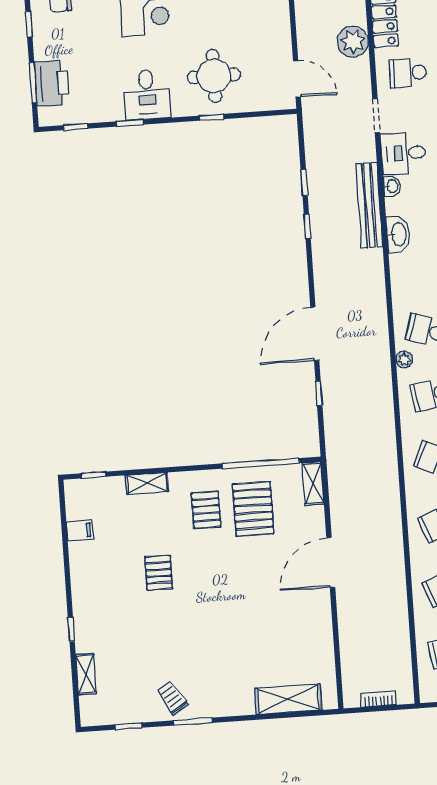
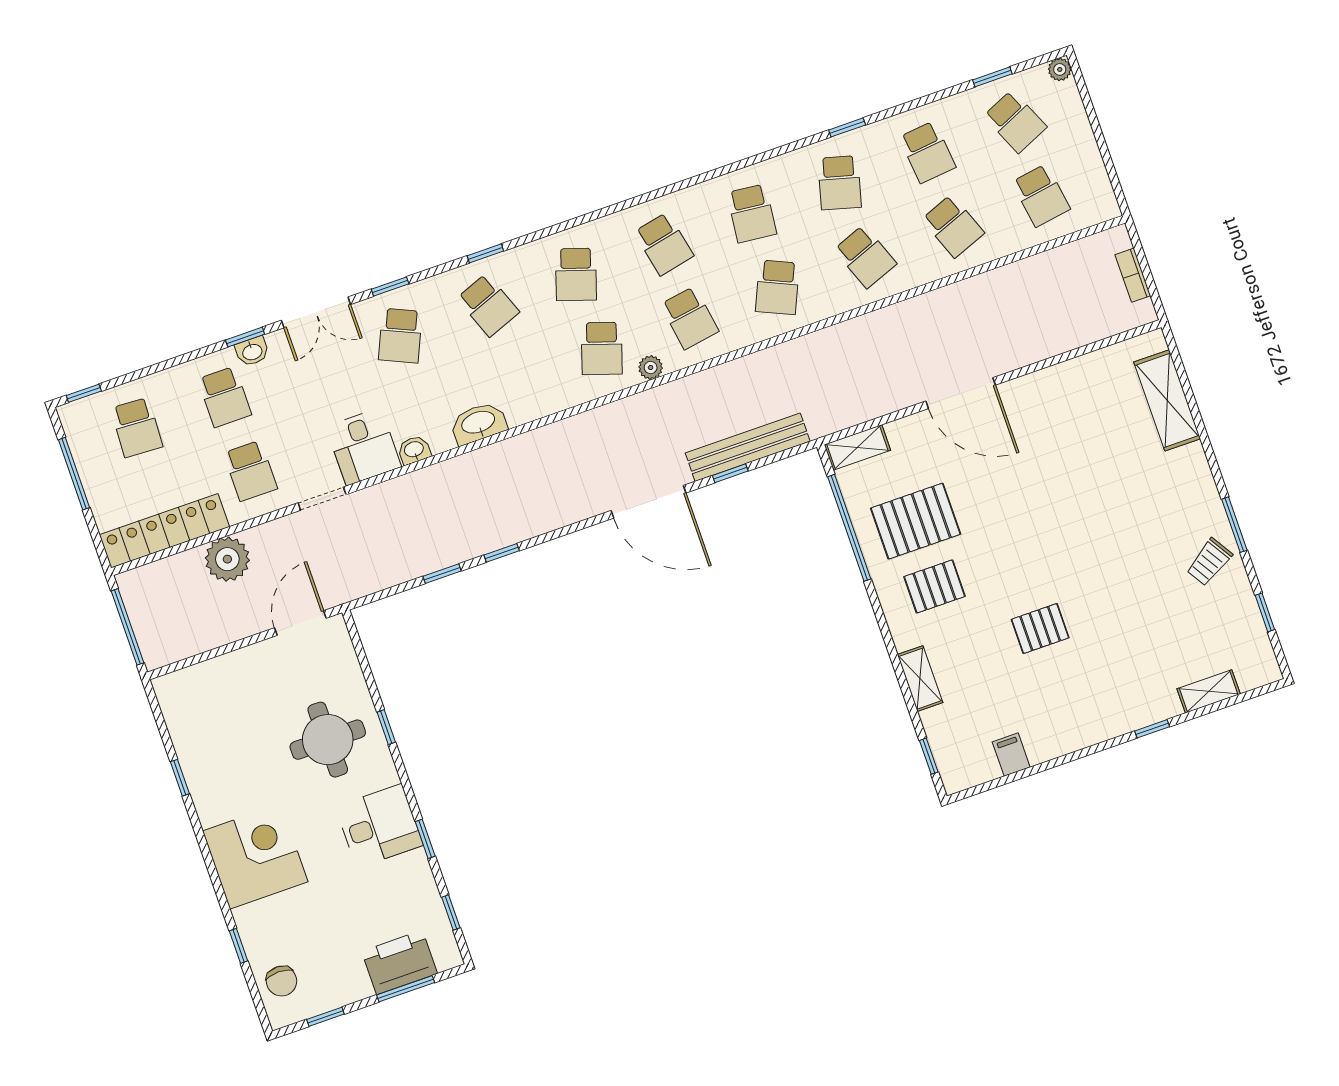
bench: (369, 205) -> (748, 447), moved

